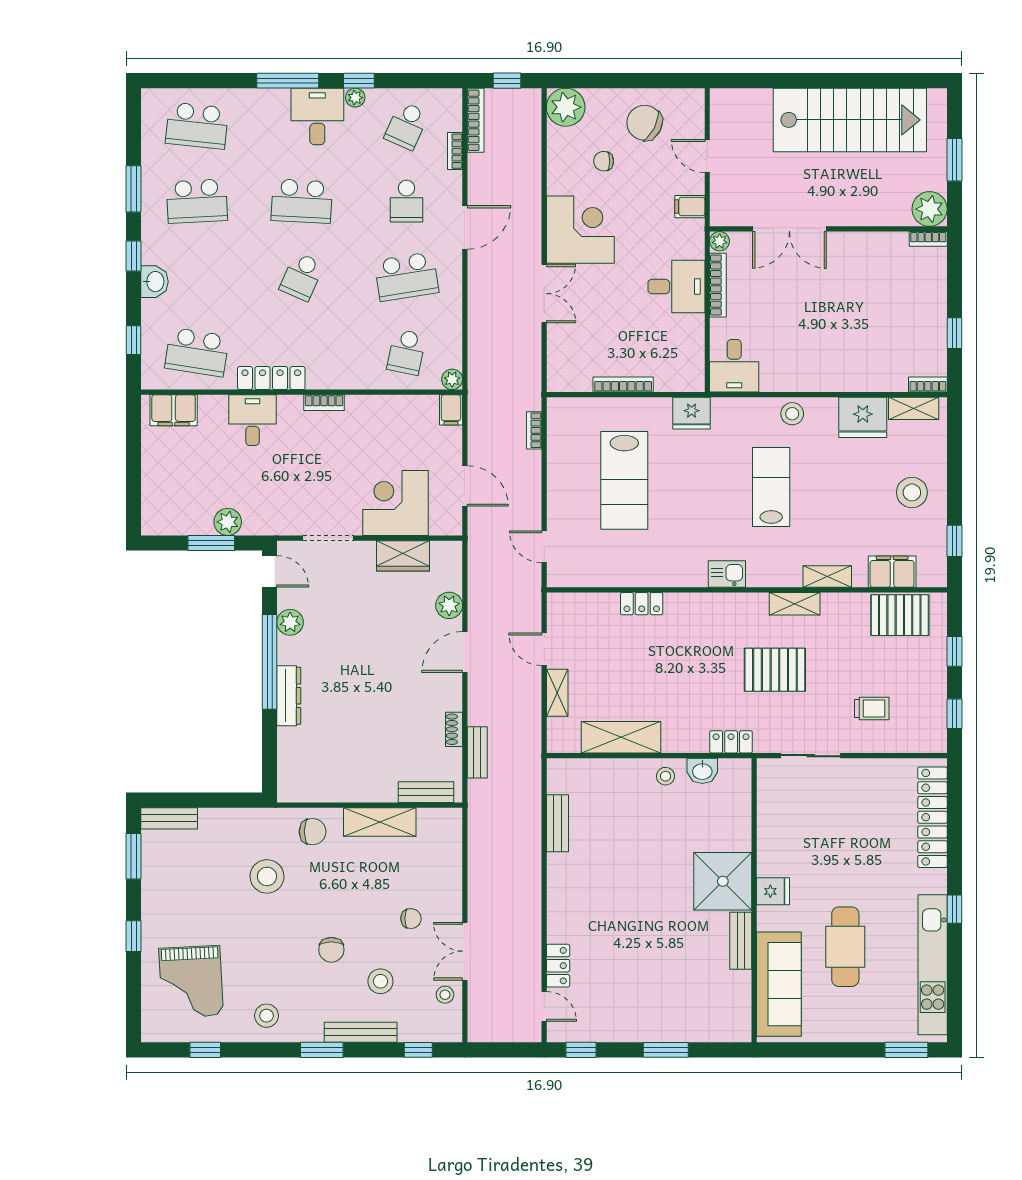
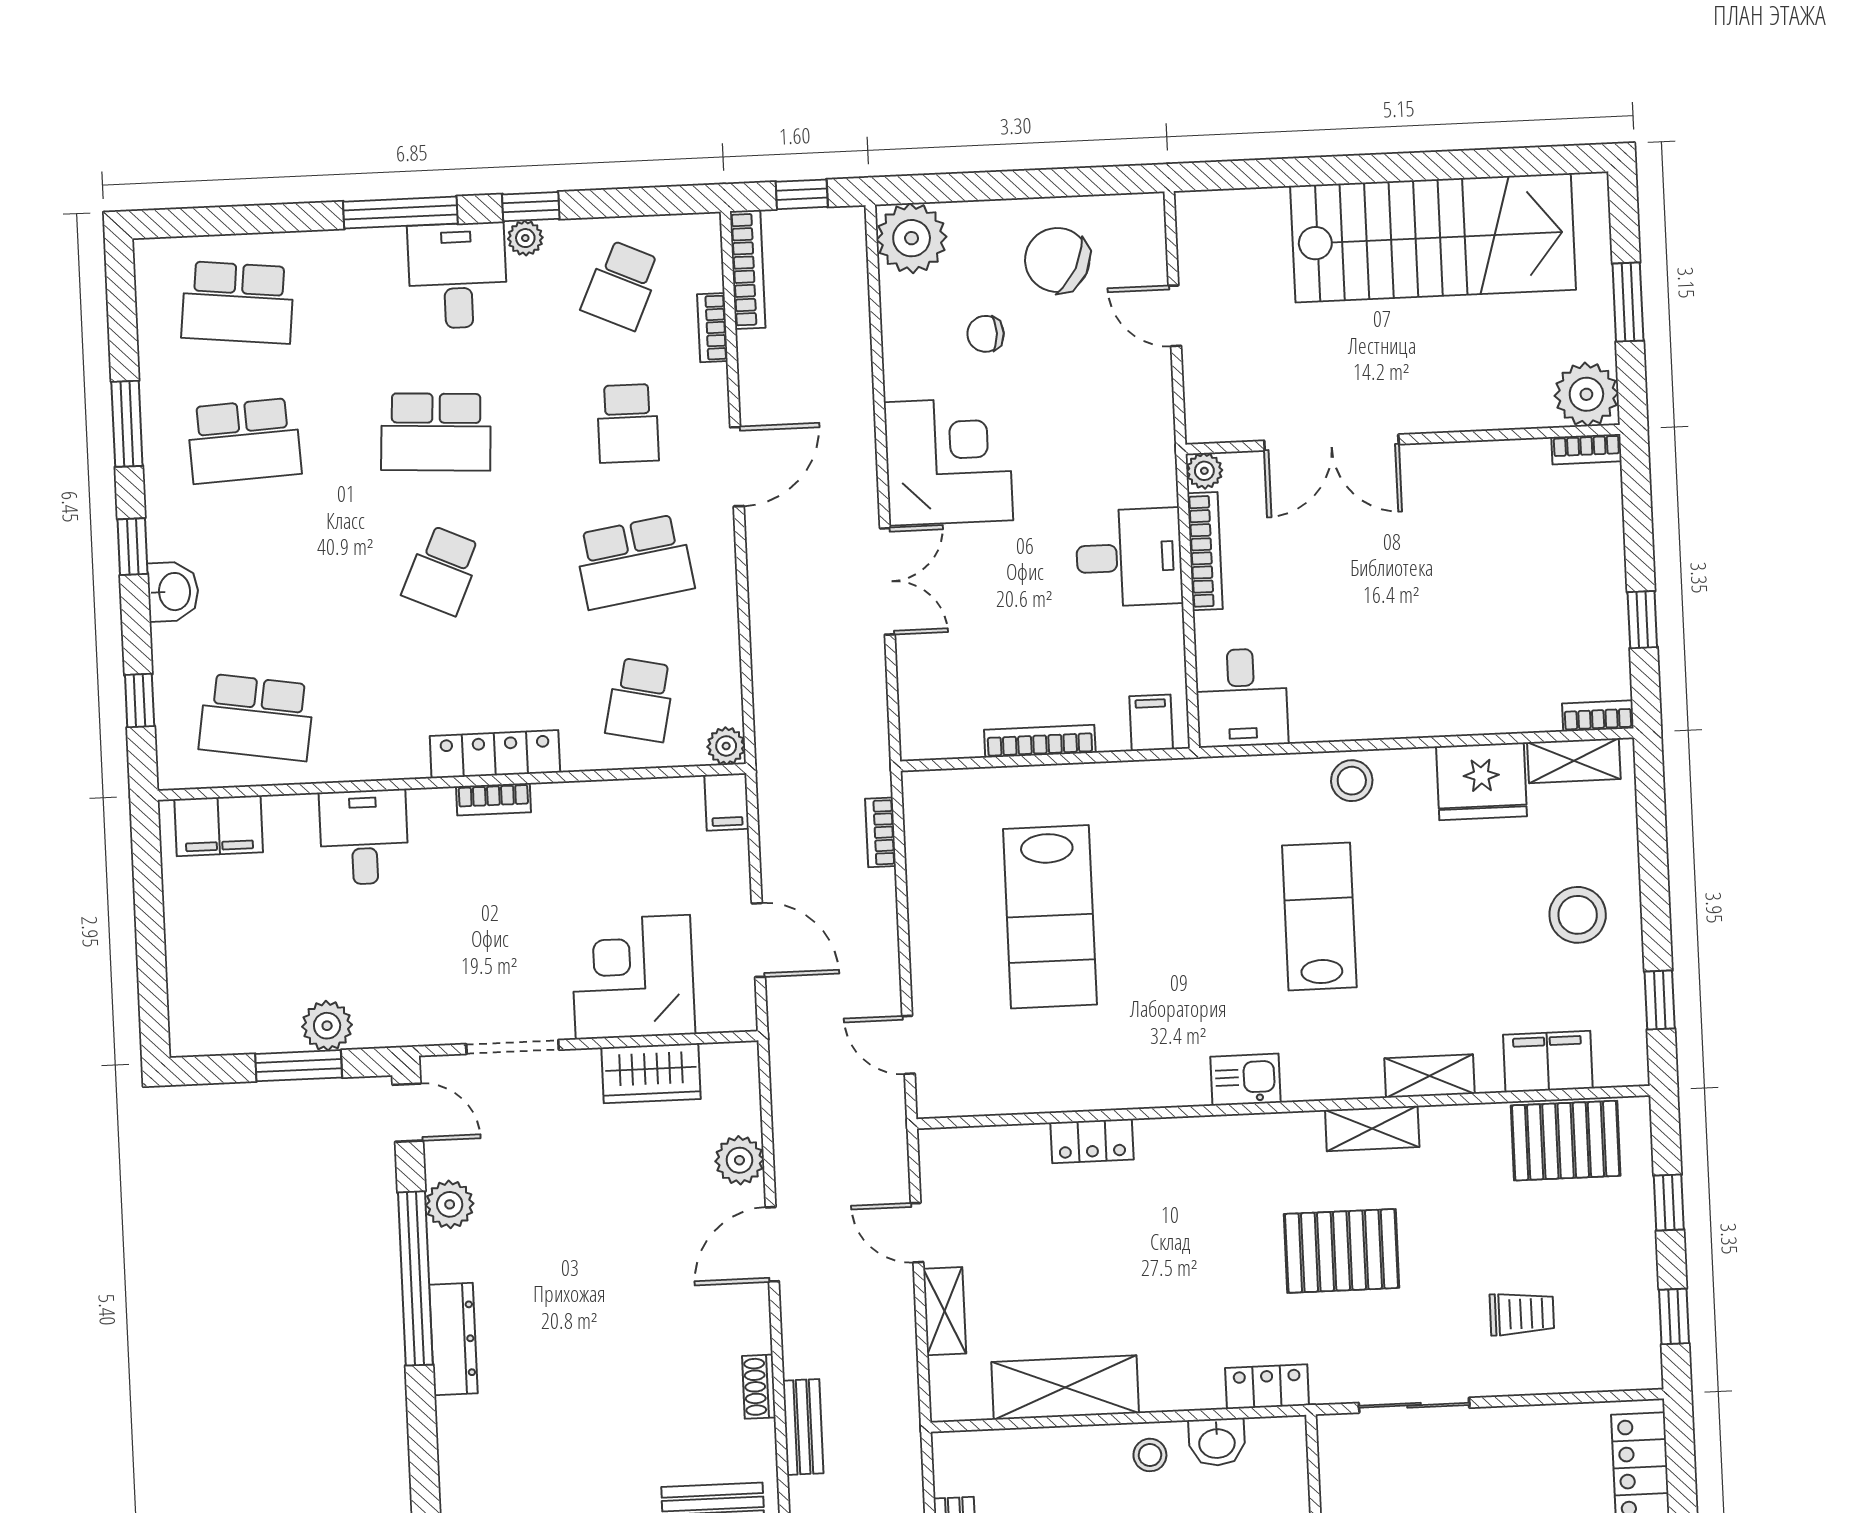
filing cabinet: (690, 207) -> (1151, 723), moved, turned 90
locker: (271, 378) -> (495, 754), moved
fridge: (692, 413) -> (1167, 788), removed

